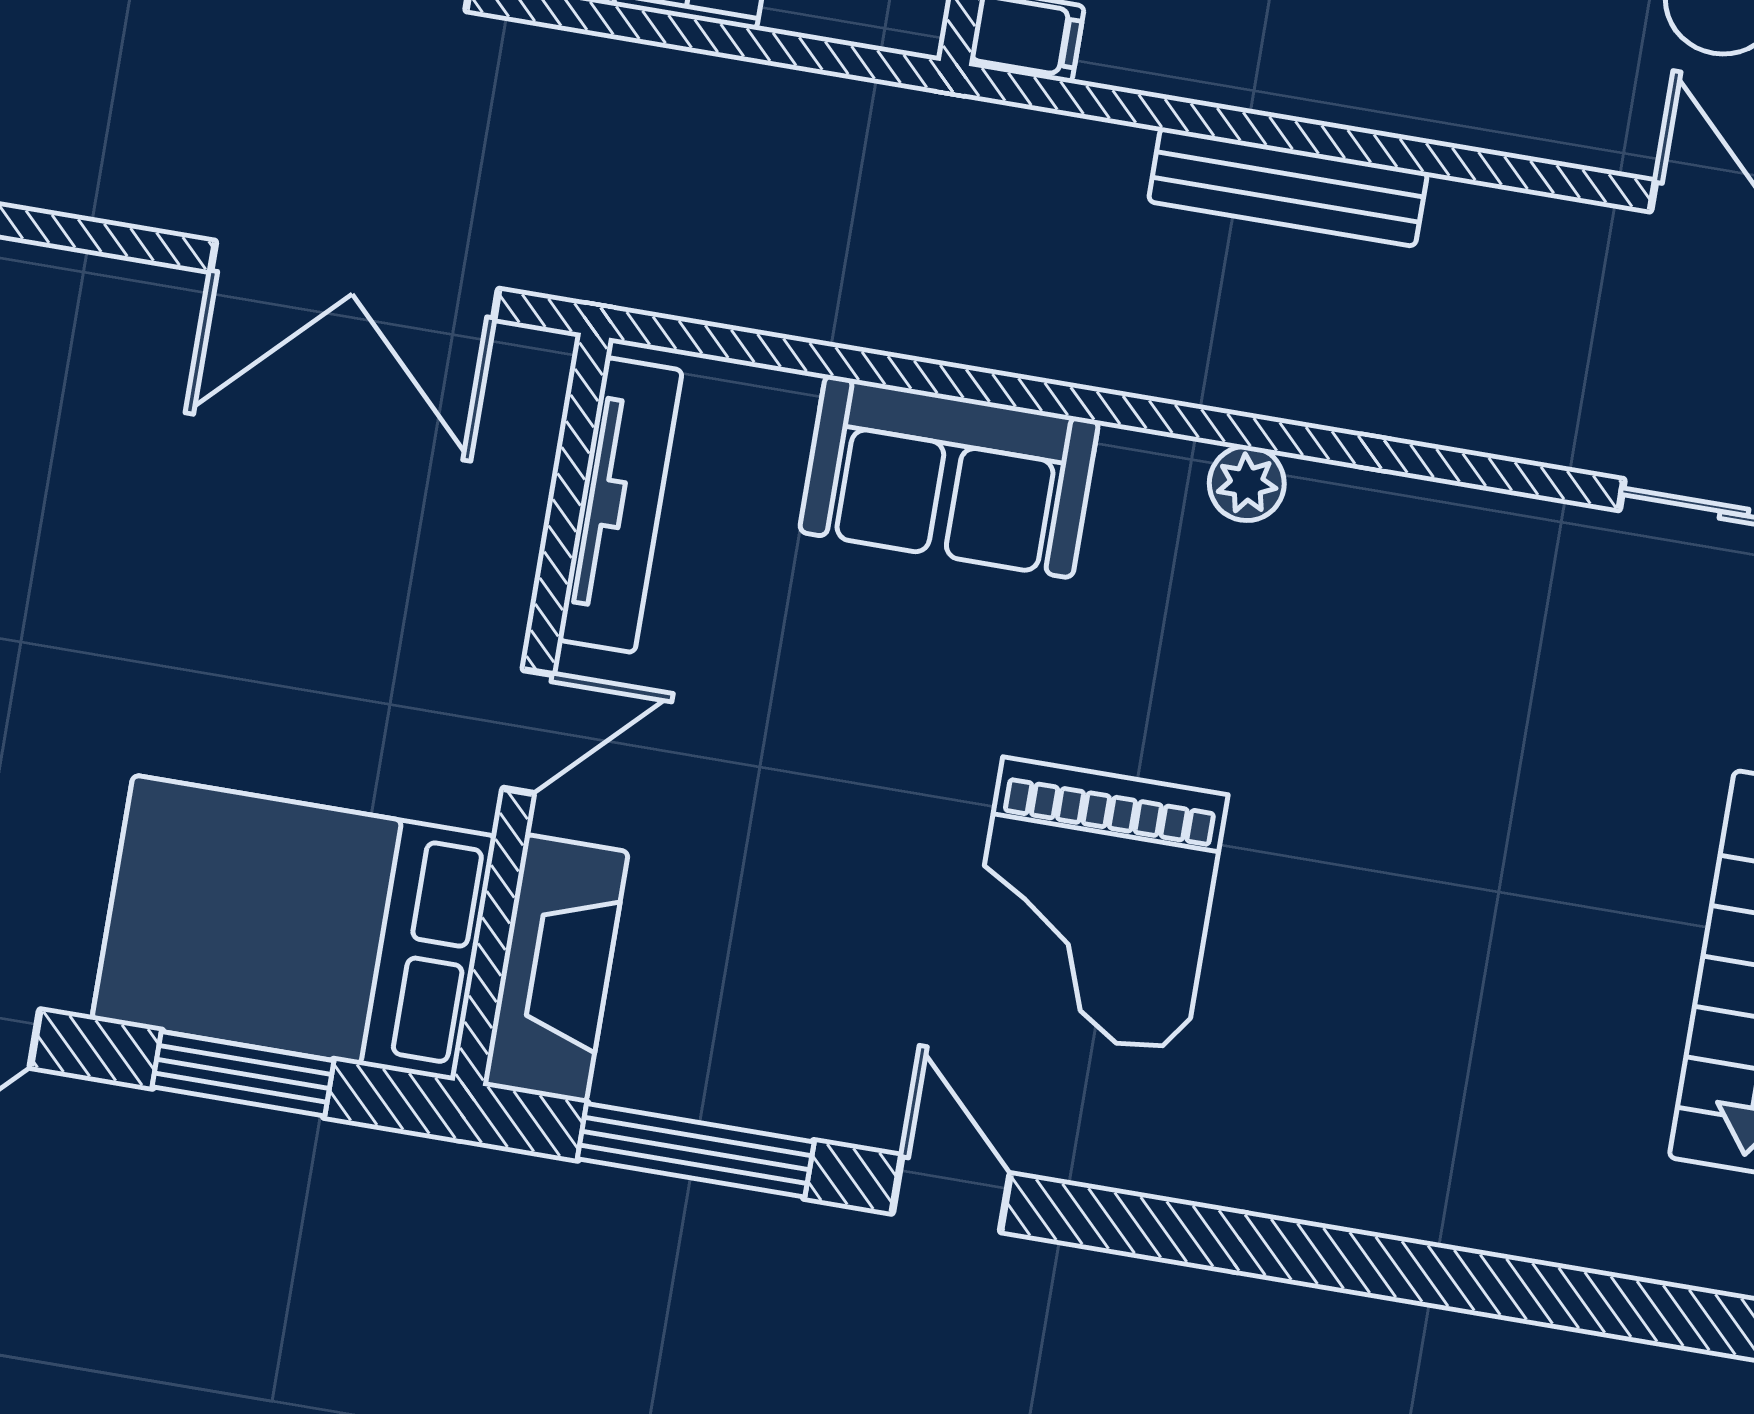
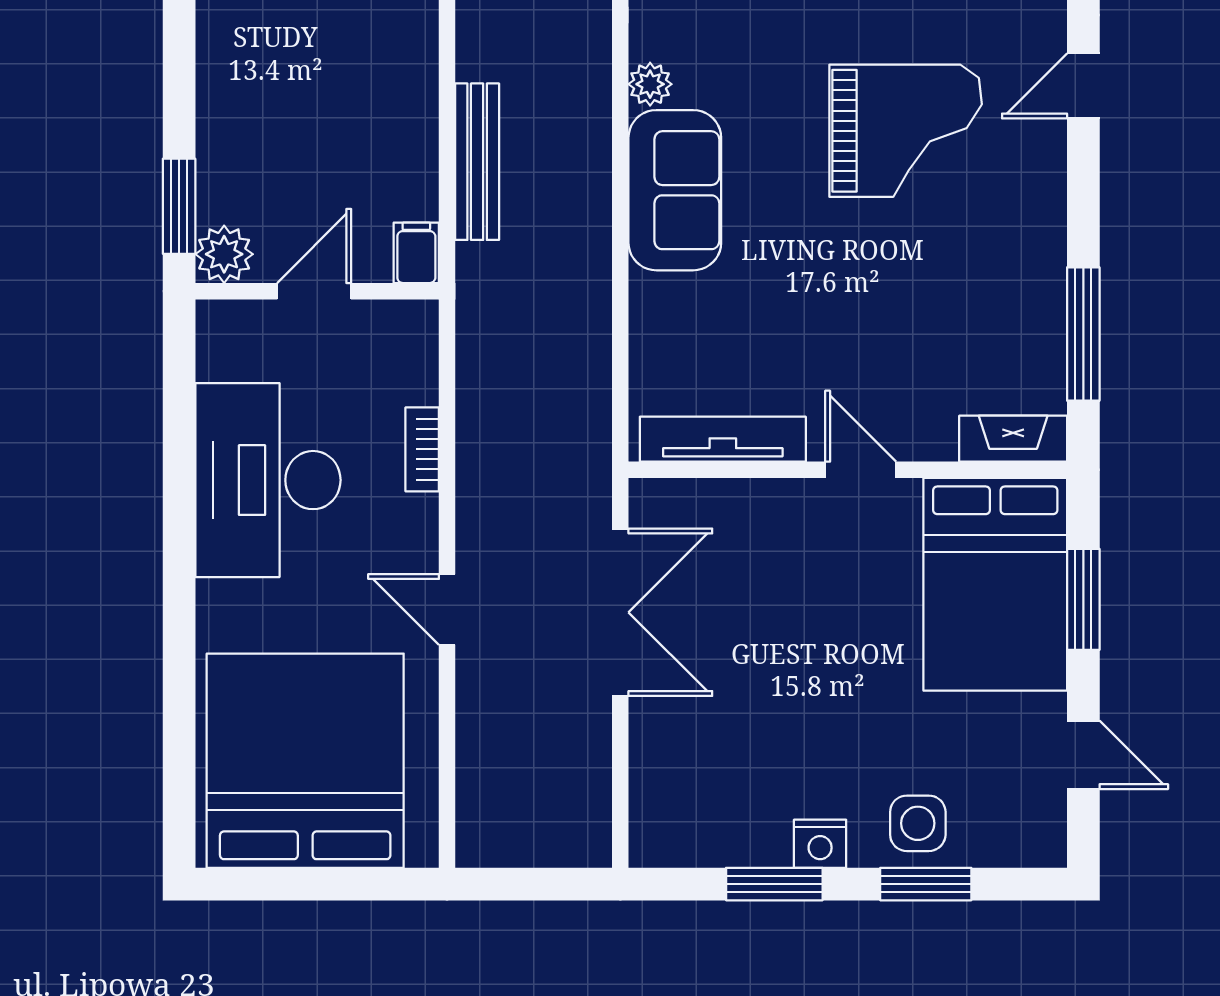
bench: (1288, 187) -> (477, 162), moved
sofa: (949, 476) -> (675, 190), moved
fireplace: (556, 969) -> (1013, 439), width x0.73, depth x0.76
door: (951, 1194) -> (1083, 86), moved

